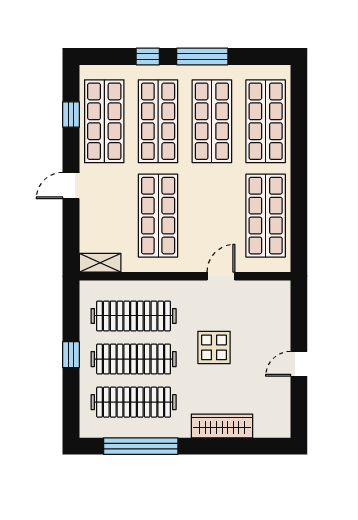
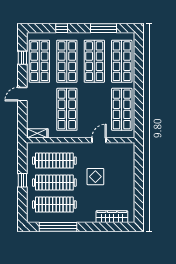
window: (202, 57) -> (103, 28), moved
door: (299, 364) -> (139, 185), removed
wardrobe: (222, 426) -> (112, 217), moved

